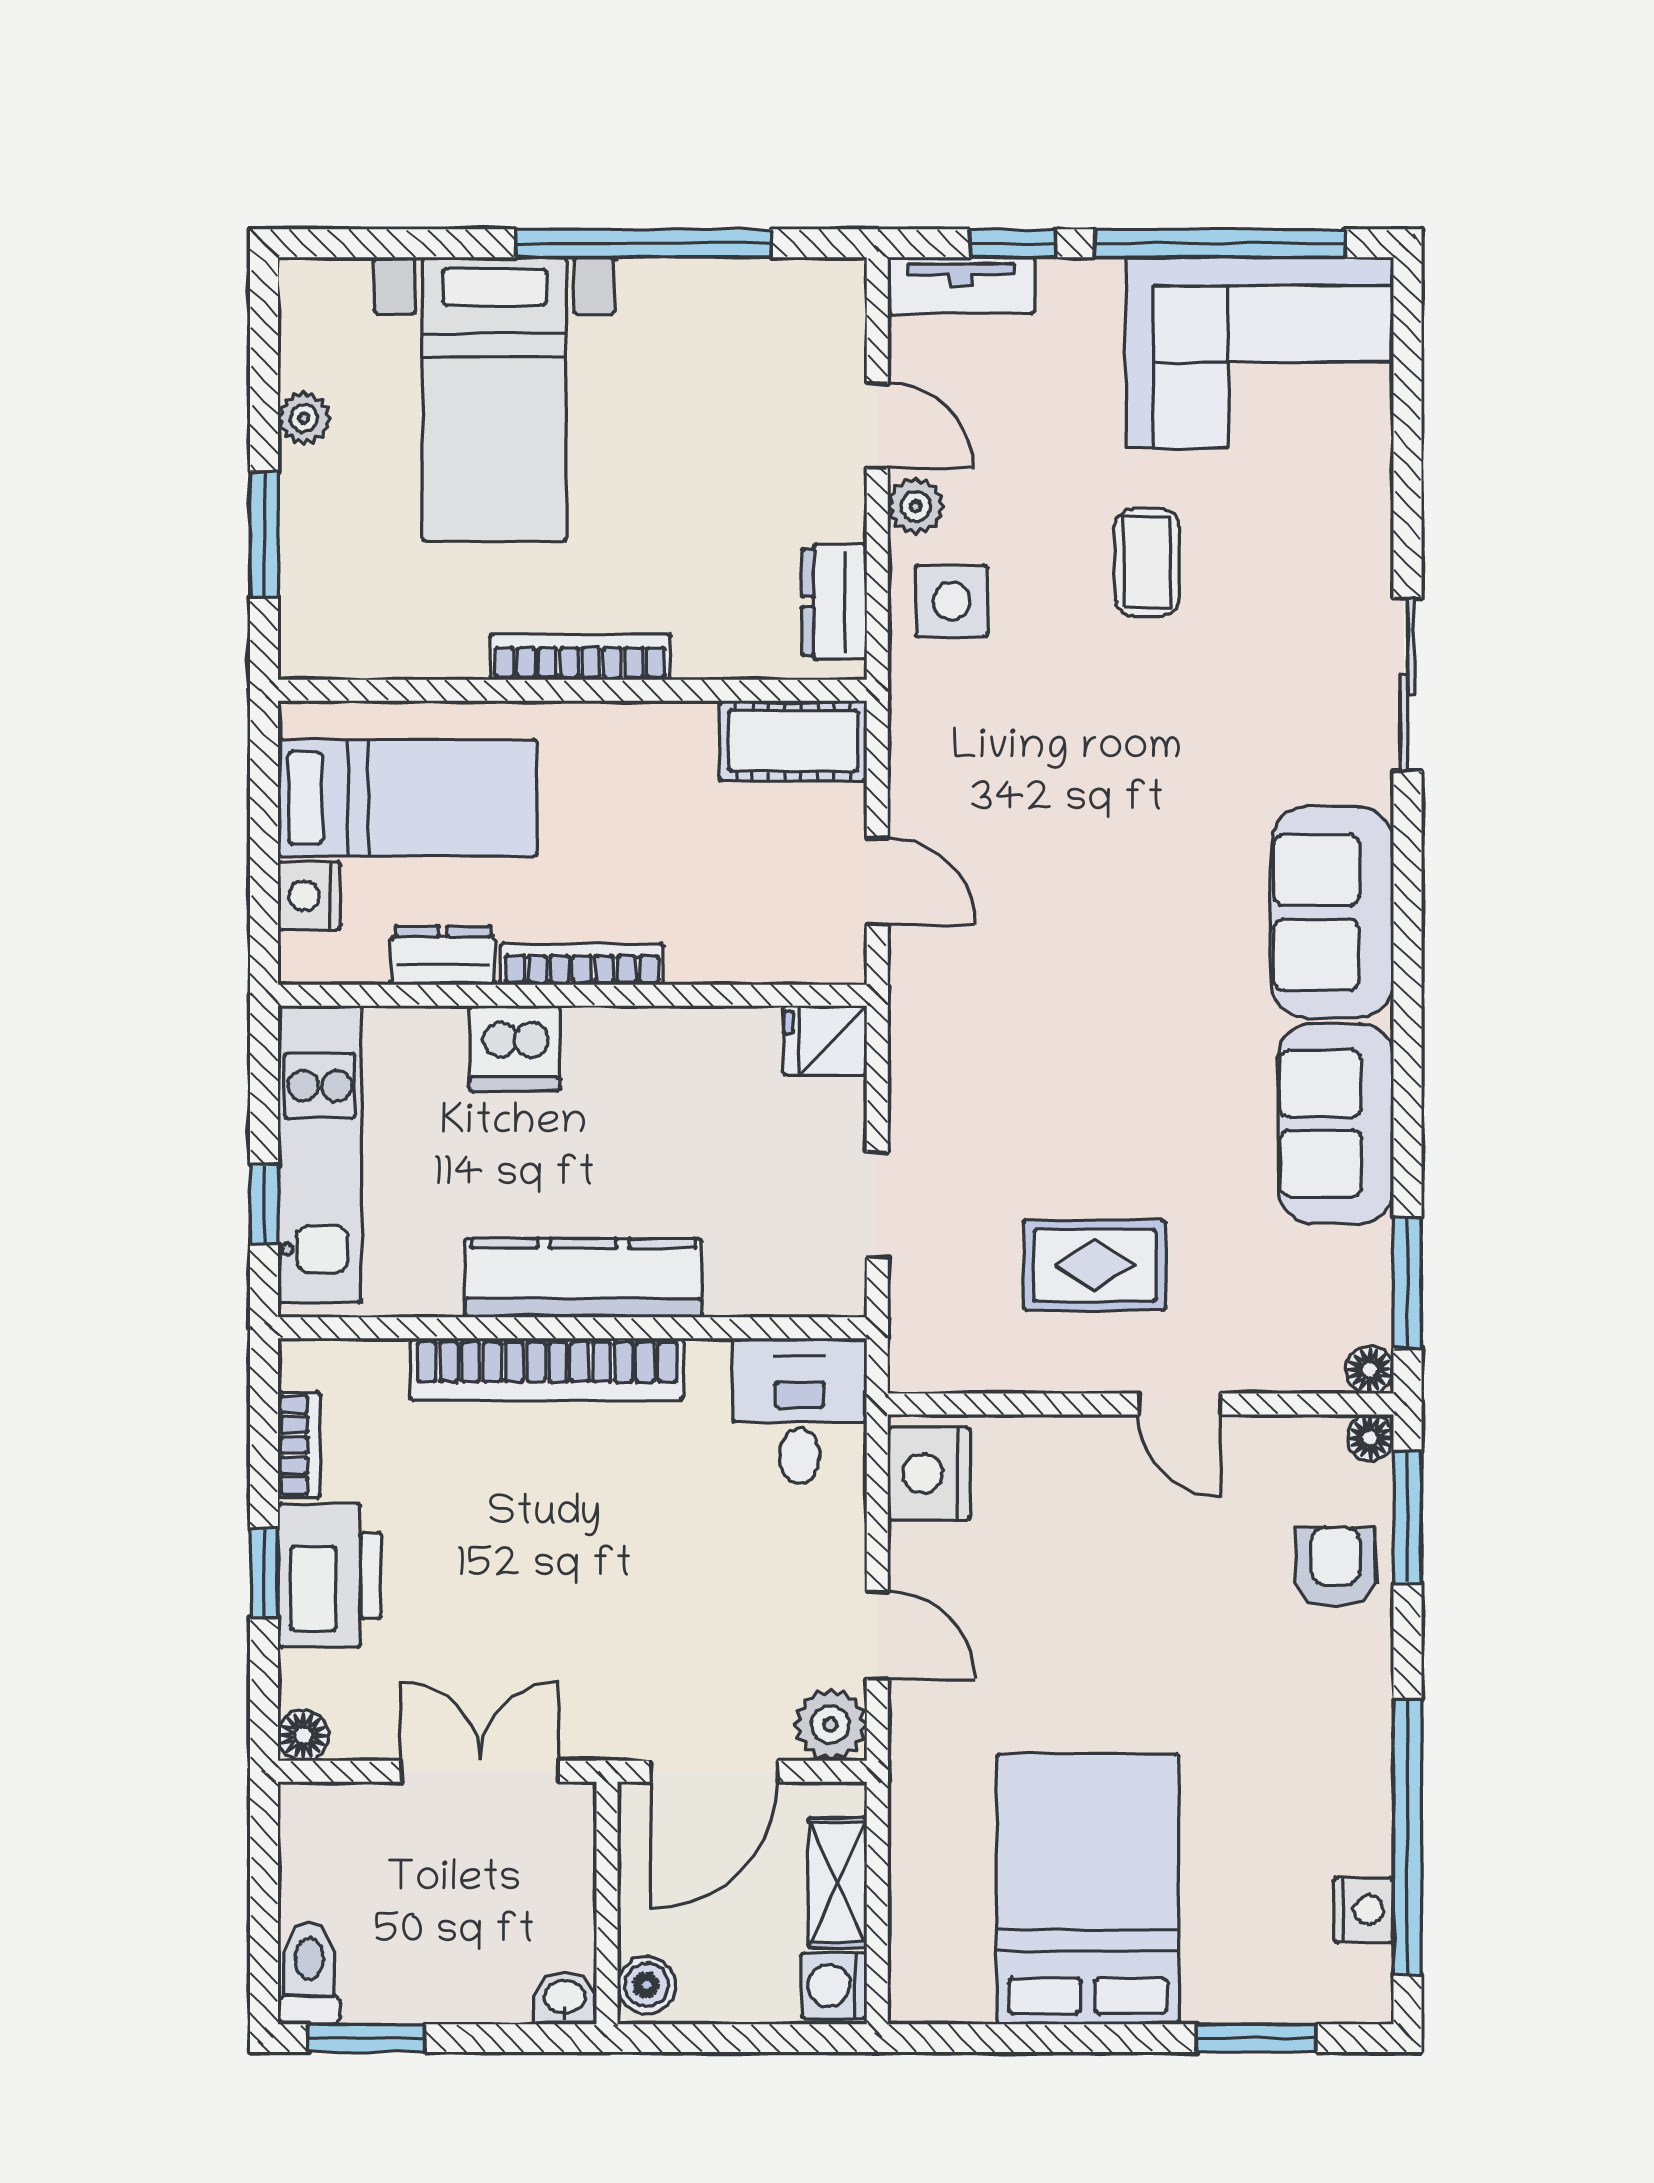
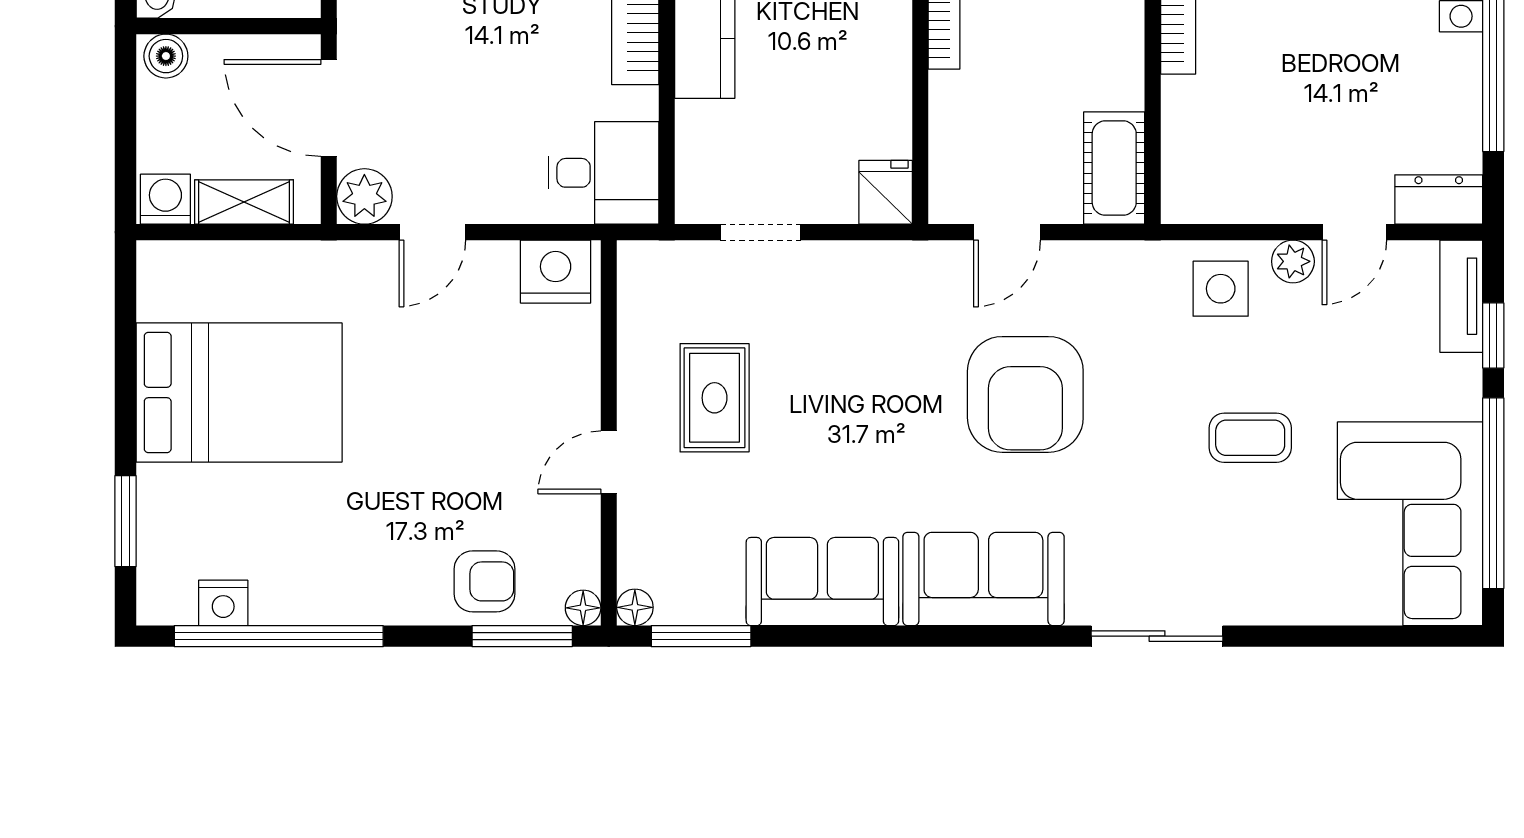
dresser: (834, 602) -> (1439, 199), moved
armchair: (1090, 857) -> (1025, 394), added

